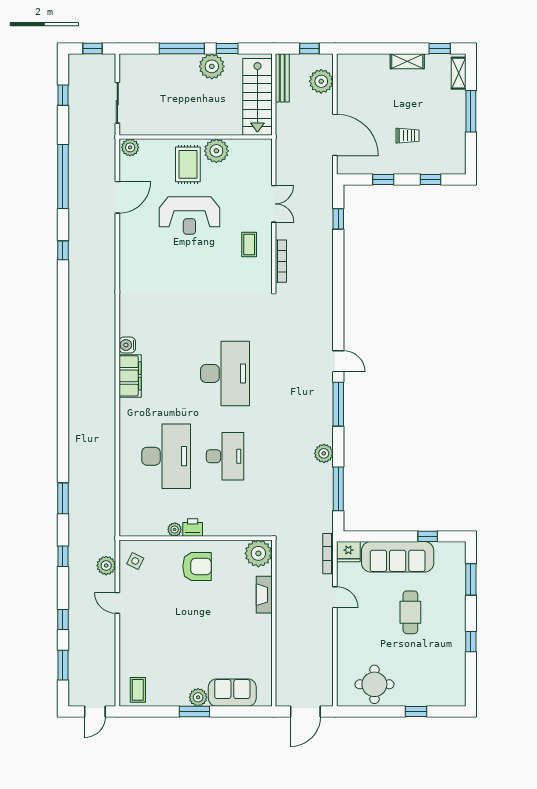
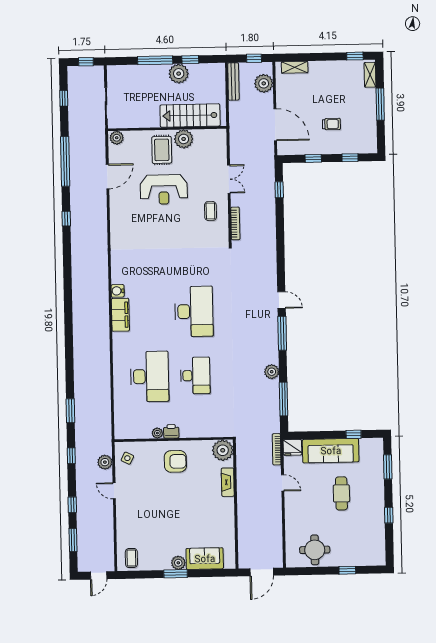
shelving: (407, 61) -> (295, 67), moved
stairs: (257, 97) -> (190, 116), moved, turned 90

